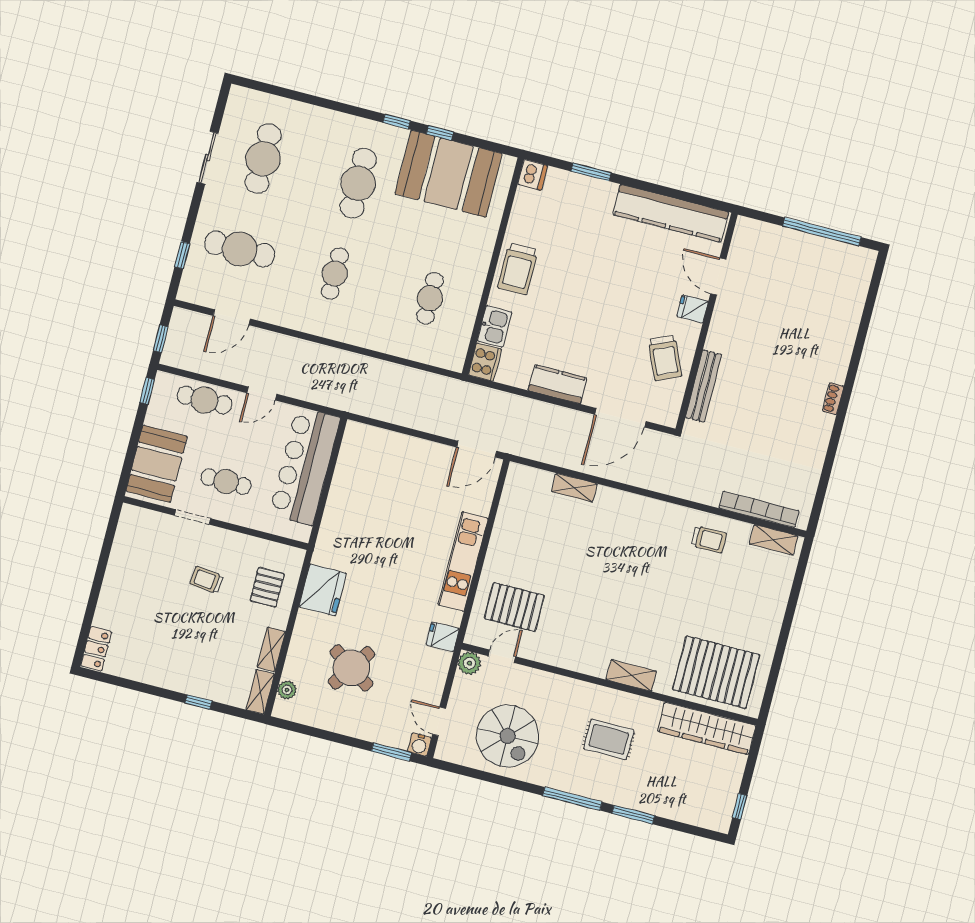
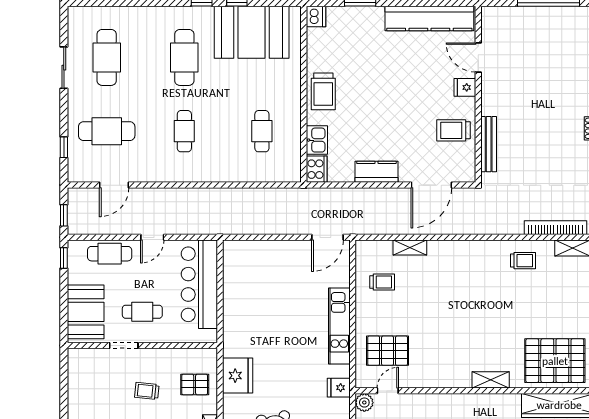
trolley: (665, 358) -> (454, 130), turned 114
trolley: (529, 521) -> (382, 282), added
pallet: (267, 587) -> (195, 384), turned 90

